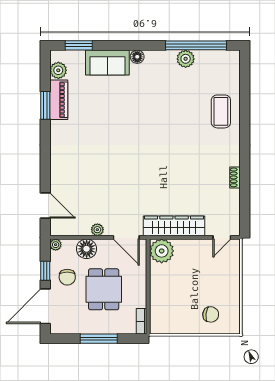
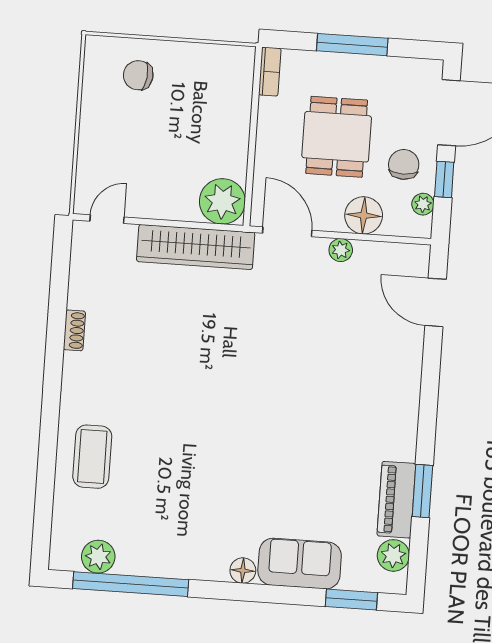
plant: (186, 59) -> (98, 557), moved
plant: (56, 245) -> (423, 204), moved

